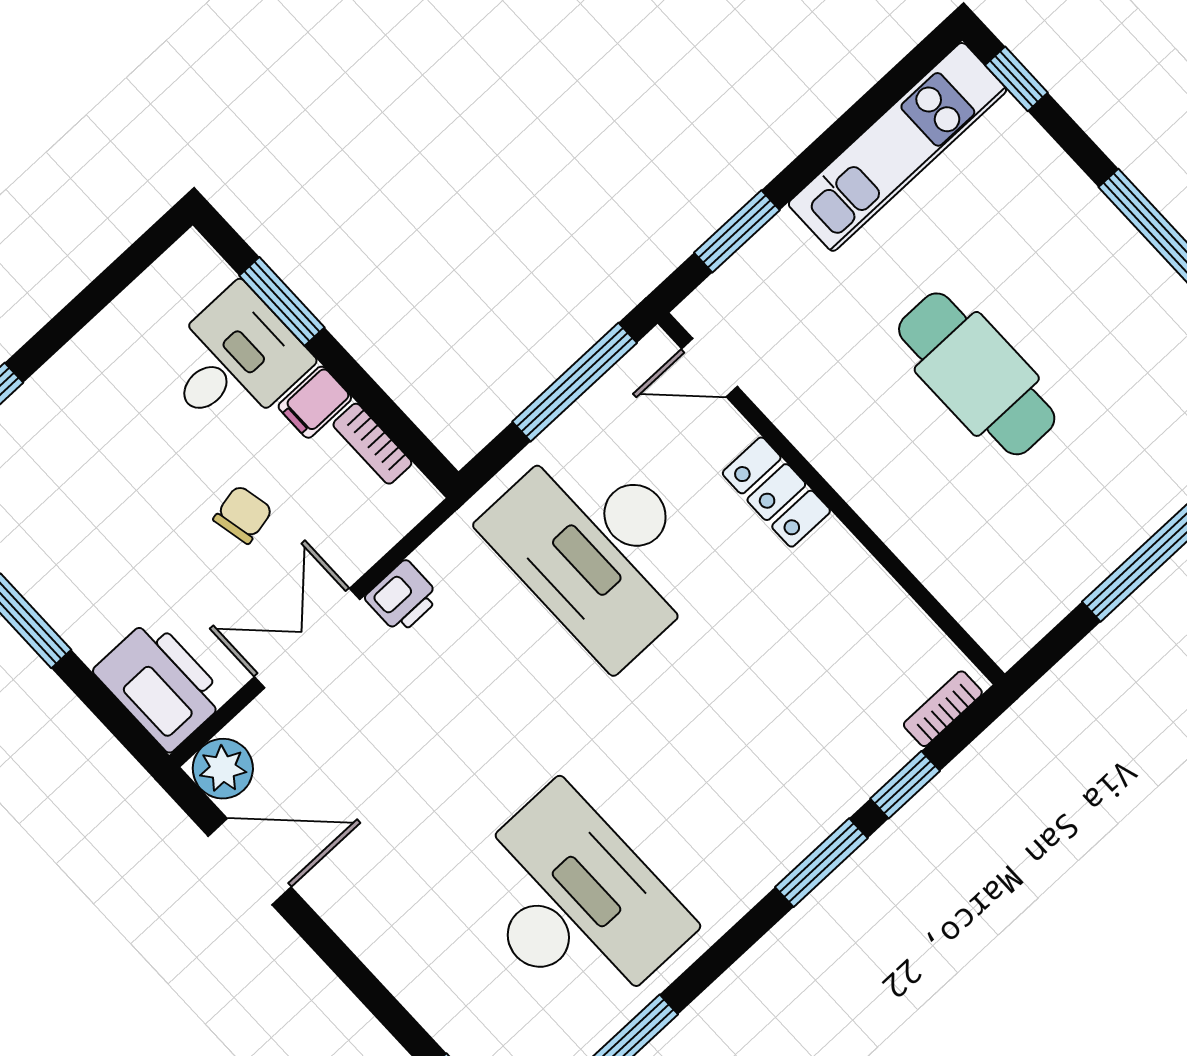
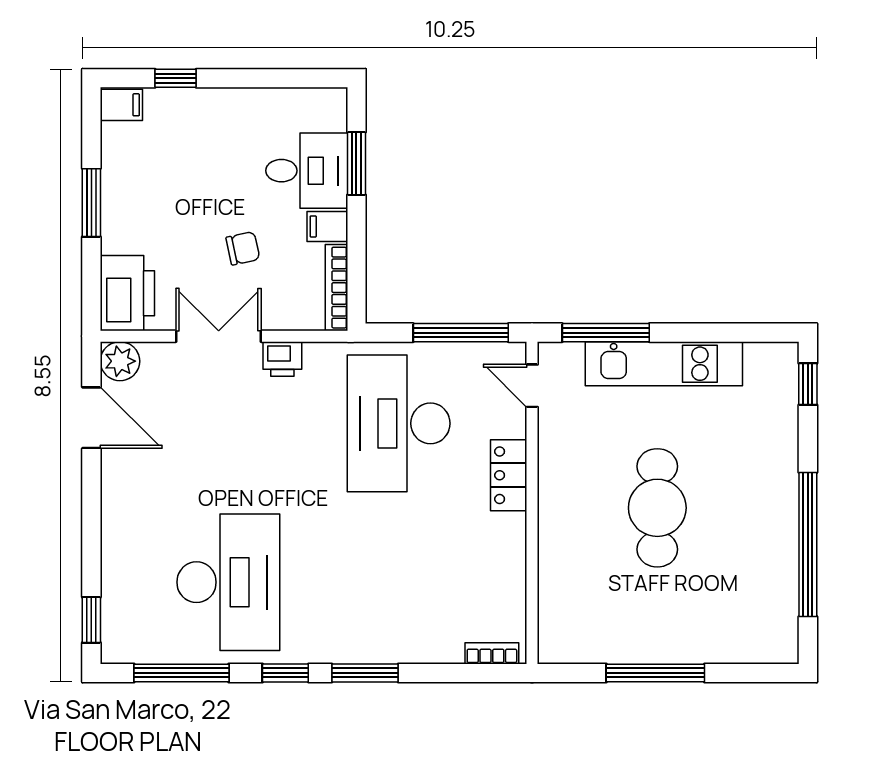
kitchen unit: (897, 147) -> (664, 364), moved
window: (737, 231) -> (606, 333), width x1.44
bookcase: (372, 444) -> (336, 288), width x1.56
window: (905, 785) -> (285, 673), moved

